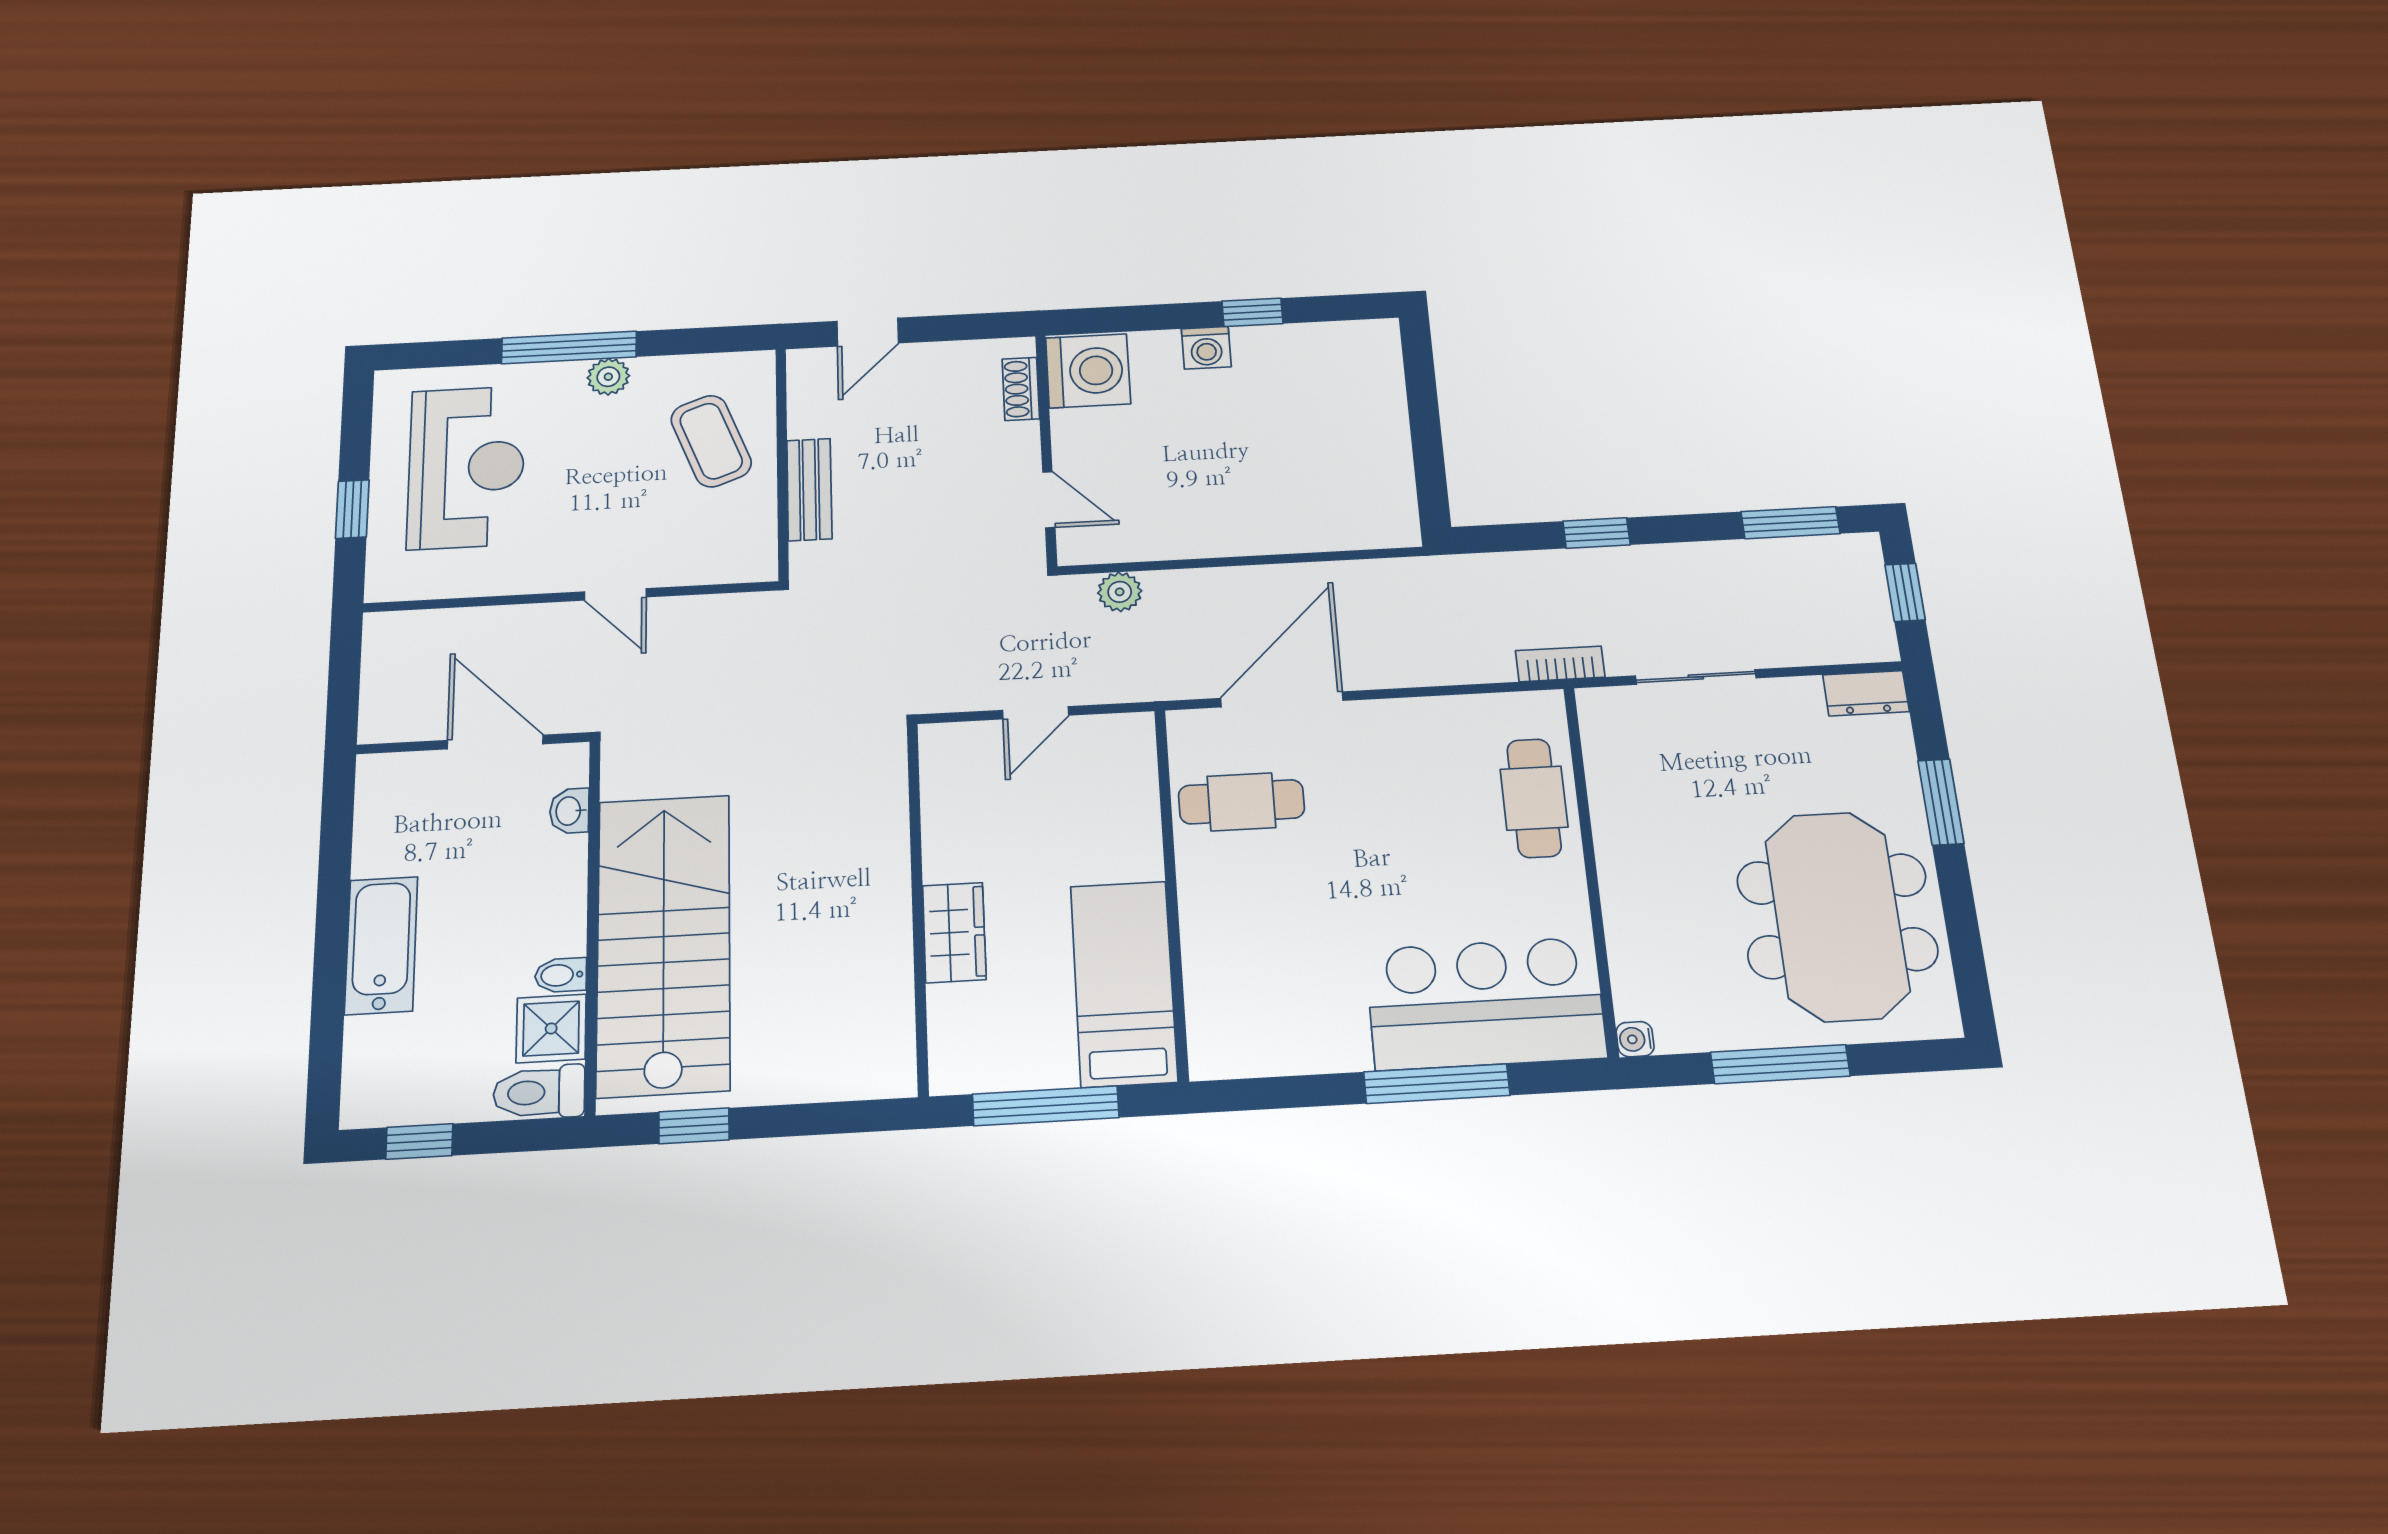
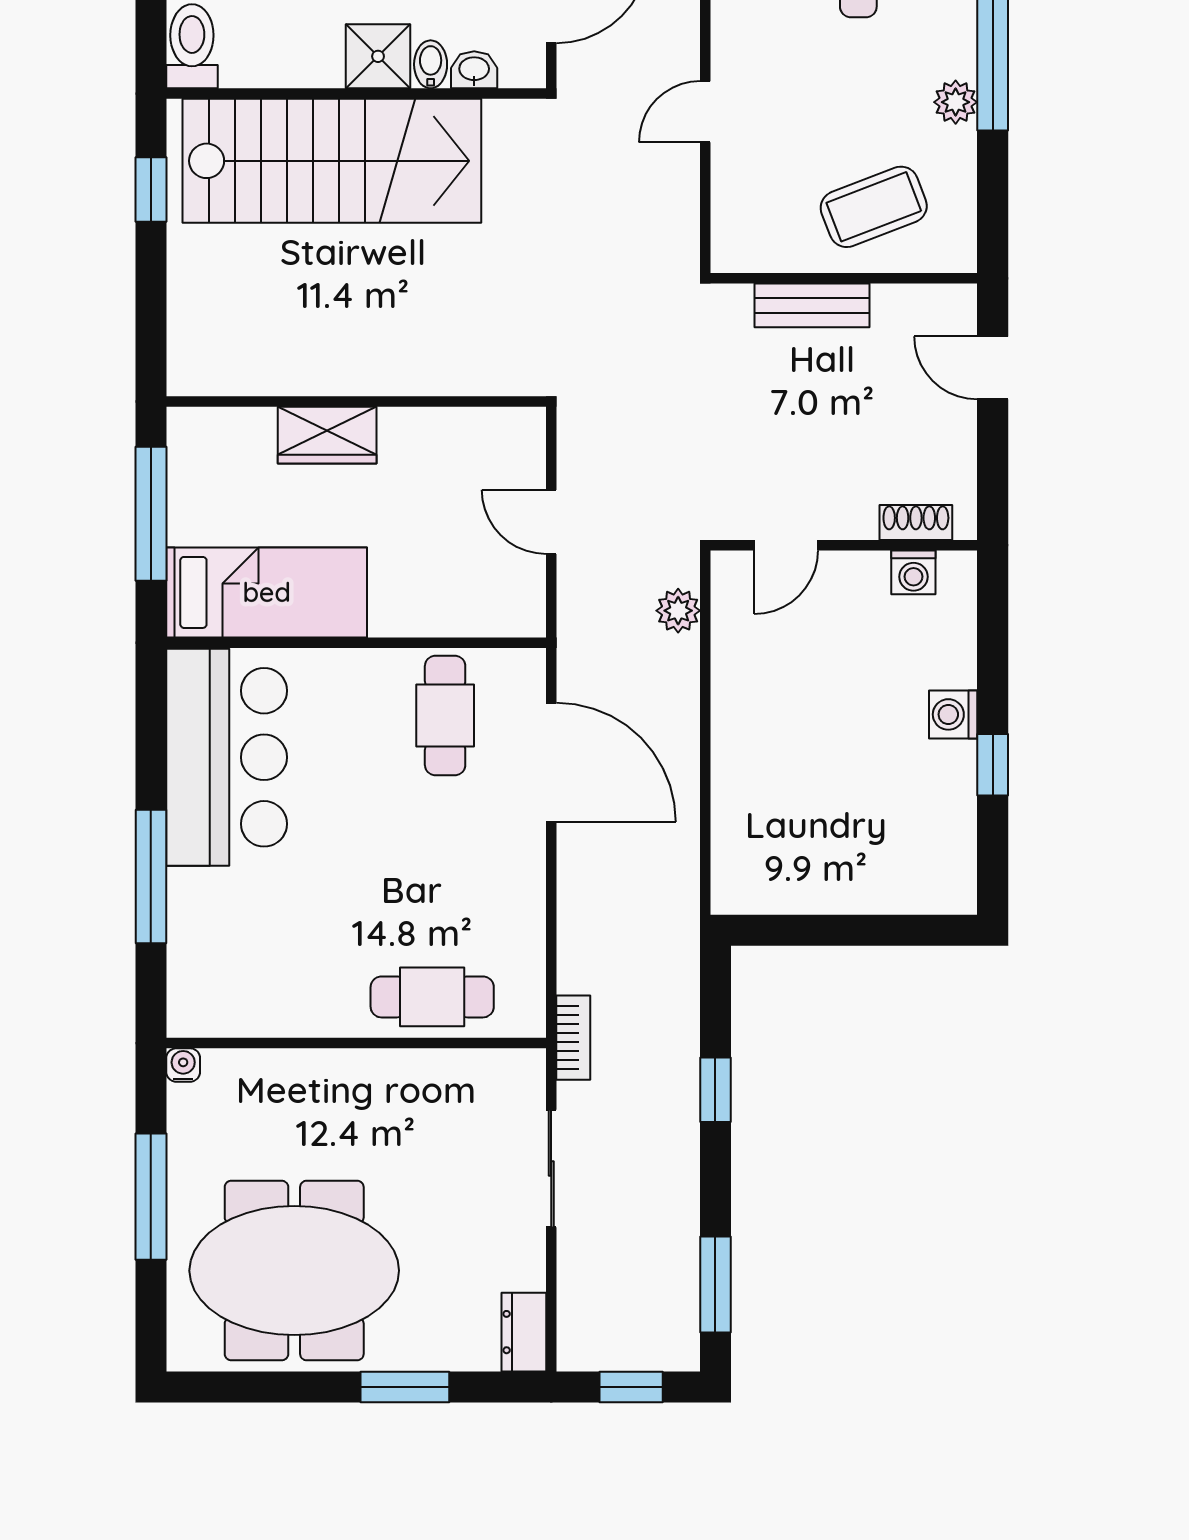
washing machine: (1088, 371) -> (913, 572), width x0.53, depth x0.53
bidet: (561, 975) -> (431, 64), moved
bar counter: (1485, 1003) -> (227, 757), moved
shower: (551, 1028) -> (378, 56), moved

